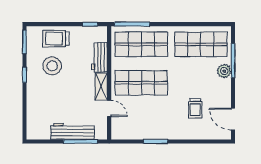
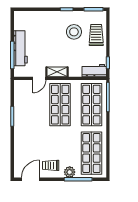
workbench: (100, 57) -> (94, 71), moved
trolley: (195, 108) -> (51, 165), moved

